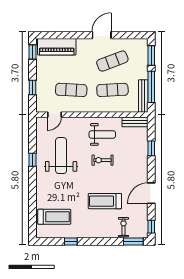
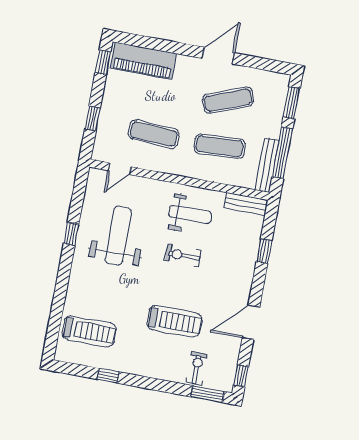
treadmill: (105, 201) -> (174, 321), turned 180

